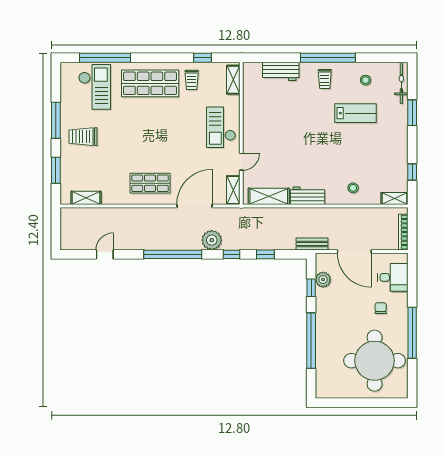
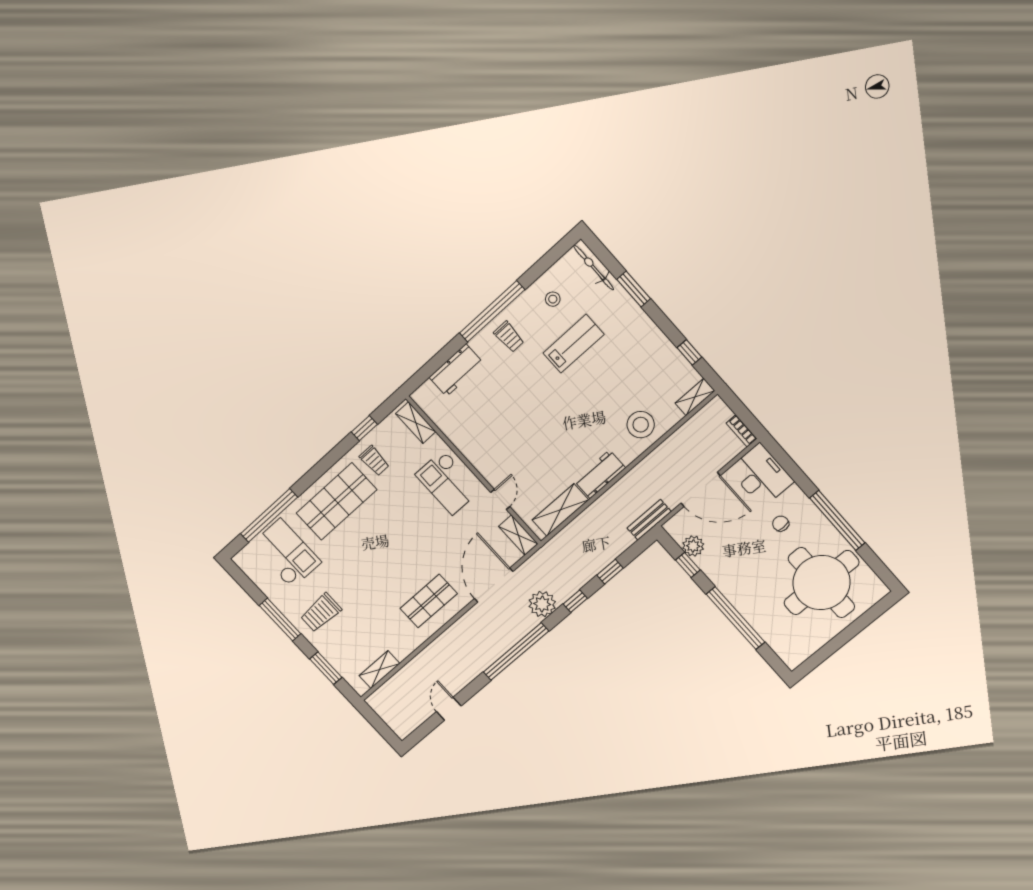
stool: (353, 188) -> (641, 425), width x1.89, depth x1.89
bookcase: (403, 232) -> (741, 431), width x0.64
desk: (393, 277) -> (761, 476), width x1.37

